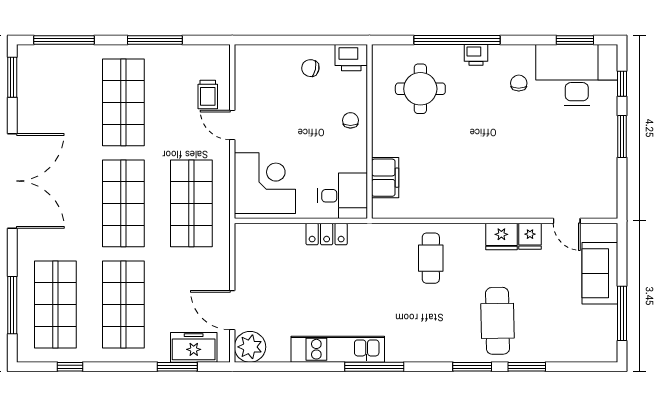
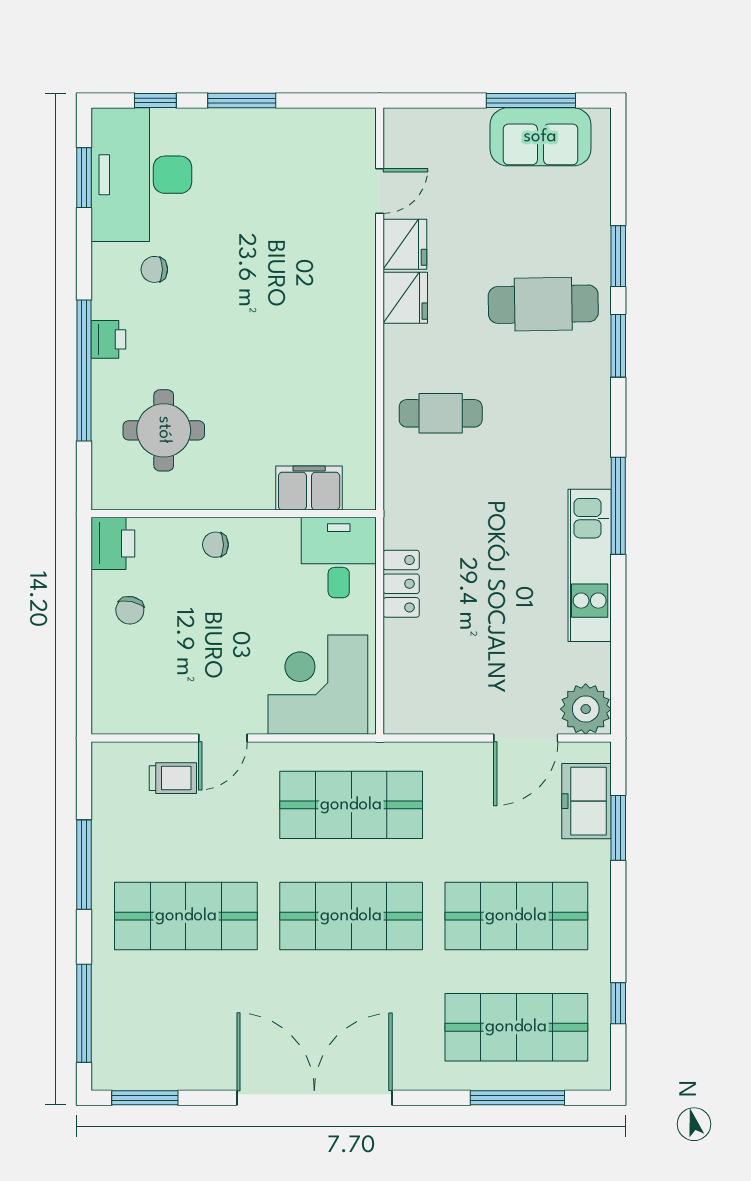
fridge: (530, 236) -> (405, 244), width x1.38
sofa: (600, 273) -> (540, 137), moved

